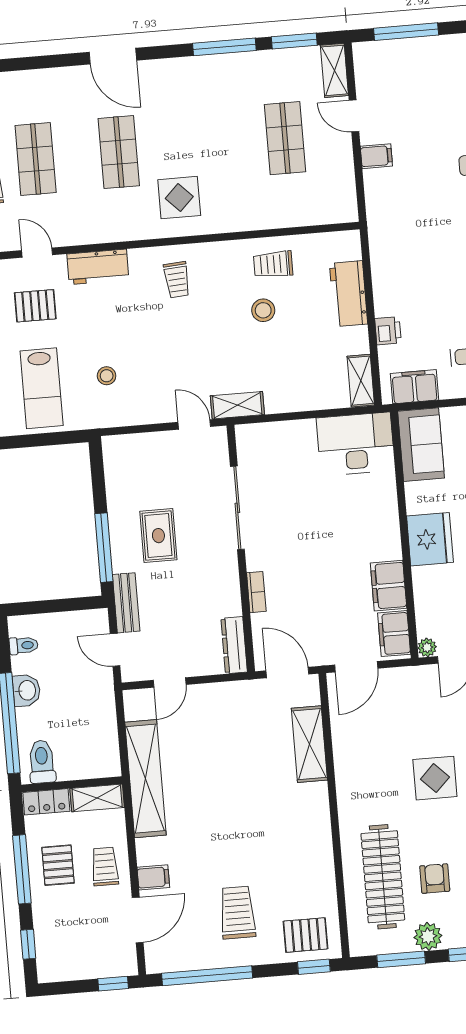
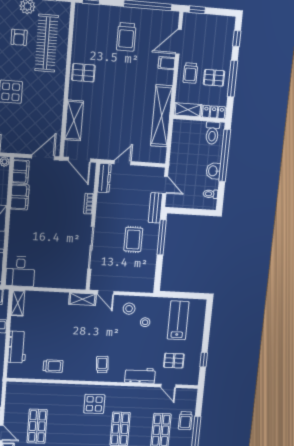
stool: (263, 310) -> (129, 309), moved
desk: (356, 444) -> (20, 271), width x0.73
door: (170, 682) -> (123, 163), moved
pallet: (58, 865) -> (214, 78), turned 90
pallet: (306, 935) -> (83, 73), moved

